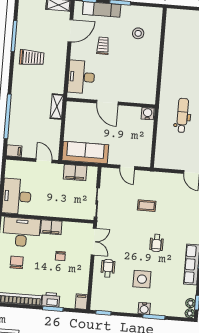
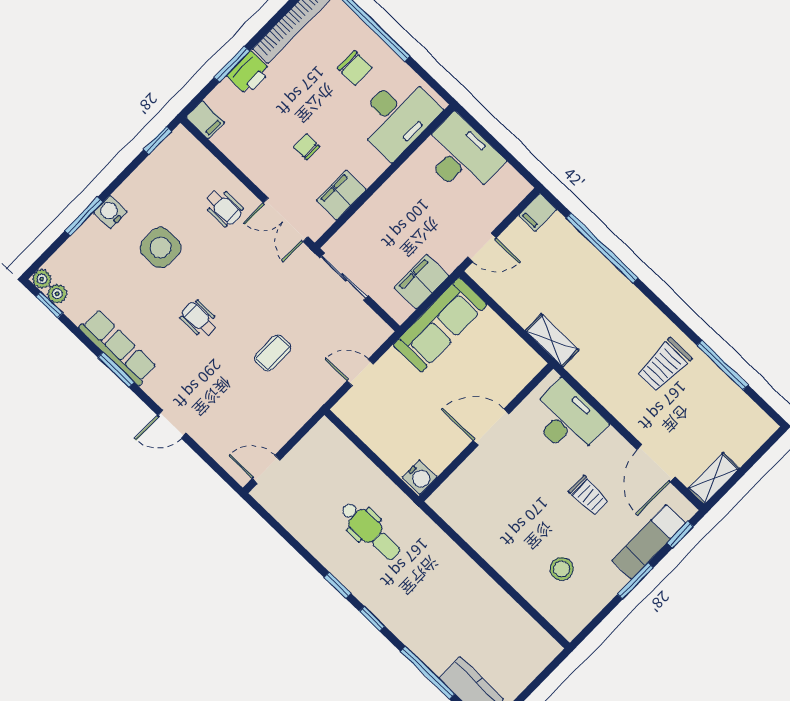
filing cabinet: (51, 227) -> (341, 195), moved

